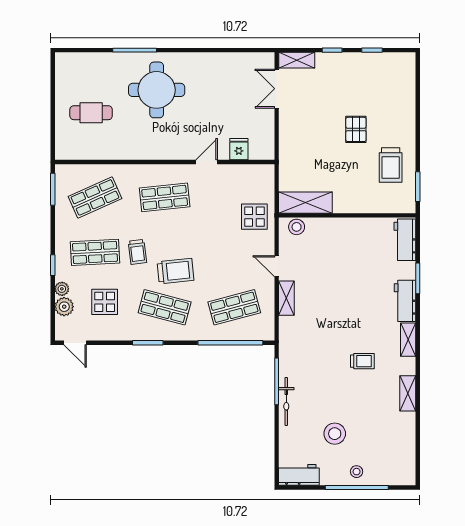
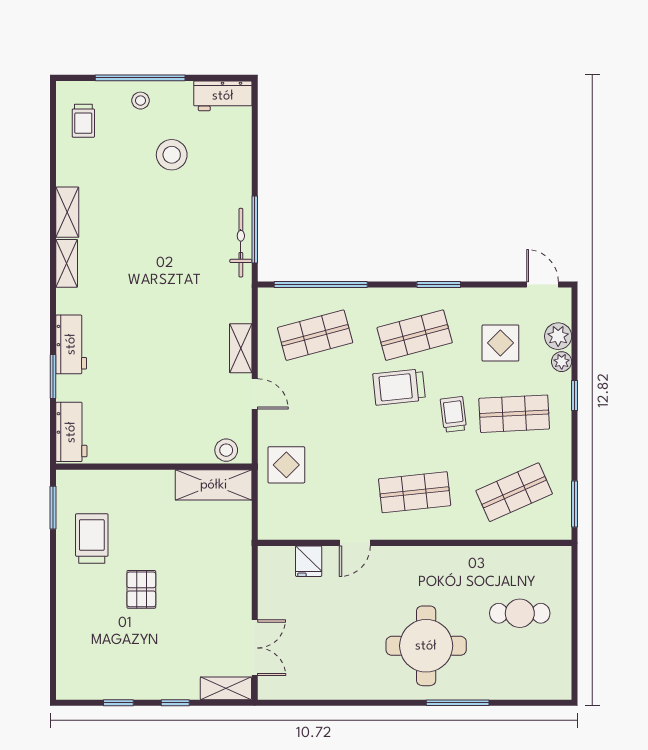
shop shelf: (165, 307) -> (415, 335), turned -30
shelving: (408, 340) -> (67, 263), moved
trolley: (362, 361) -> (83, 121), moved, turned -90
bicycle: (286, 401) -> (241, 243), moved

